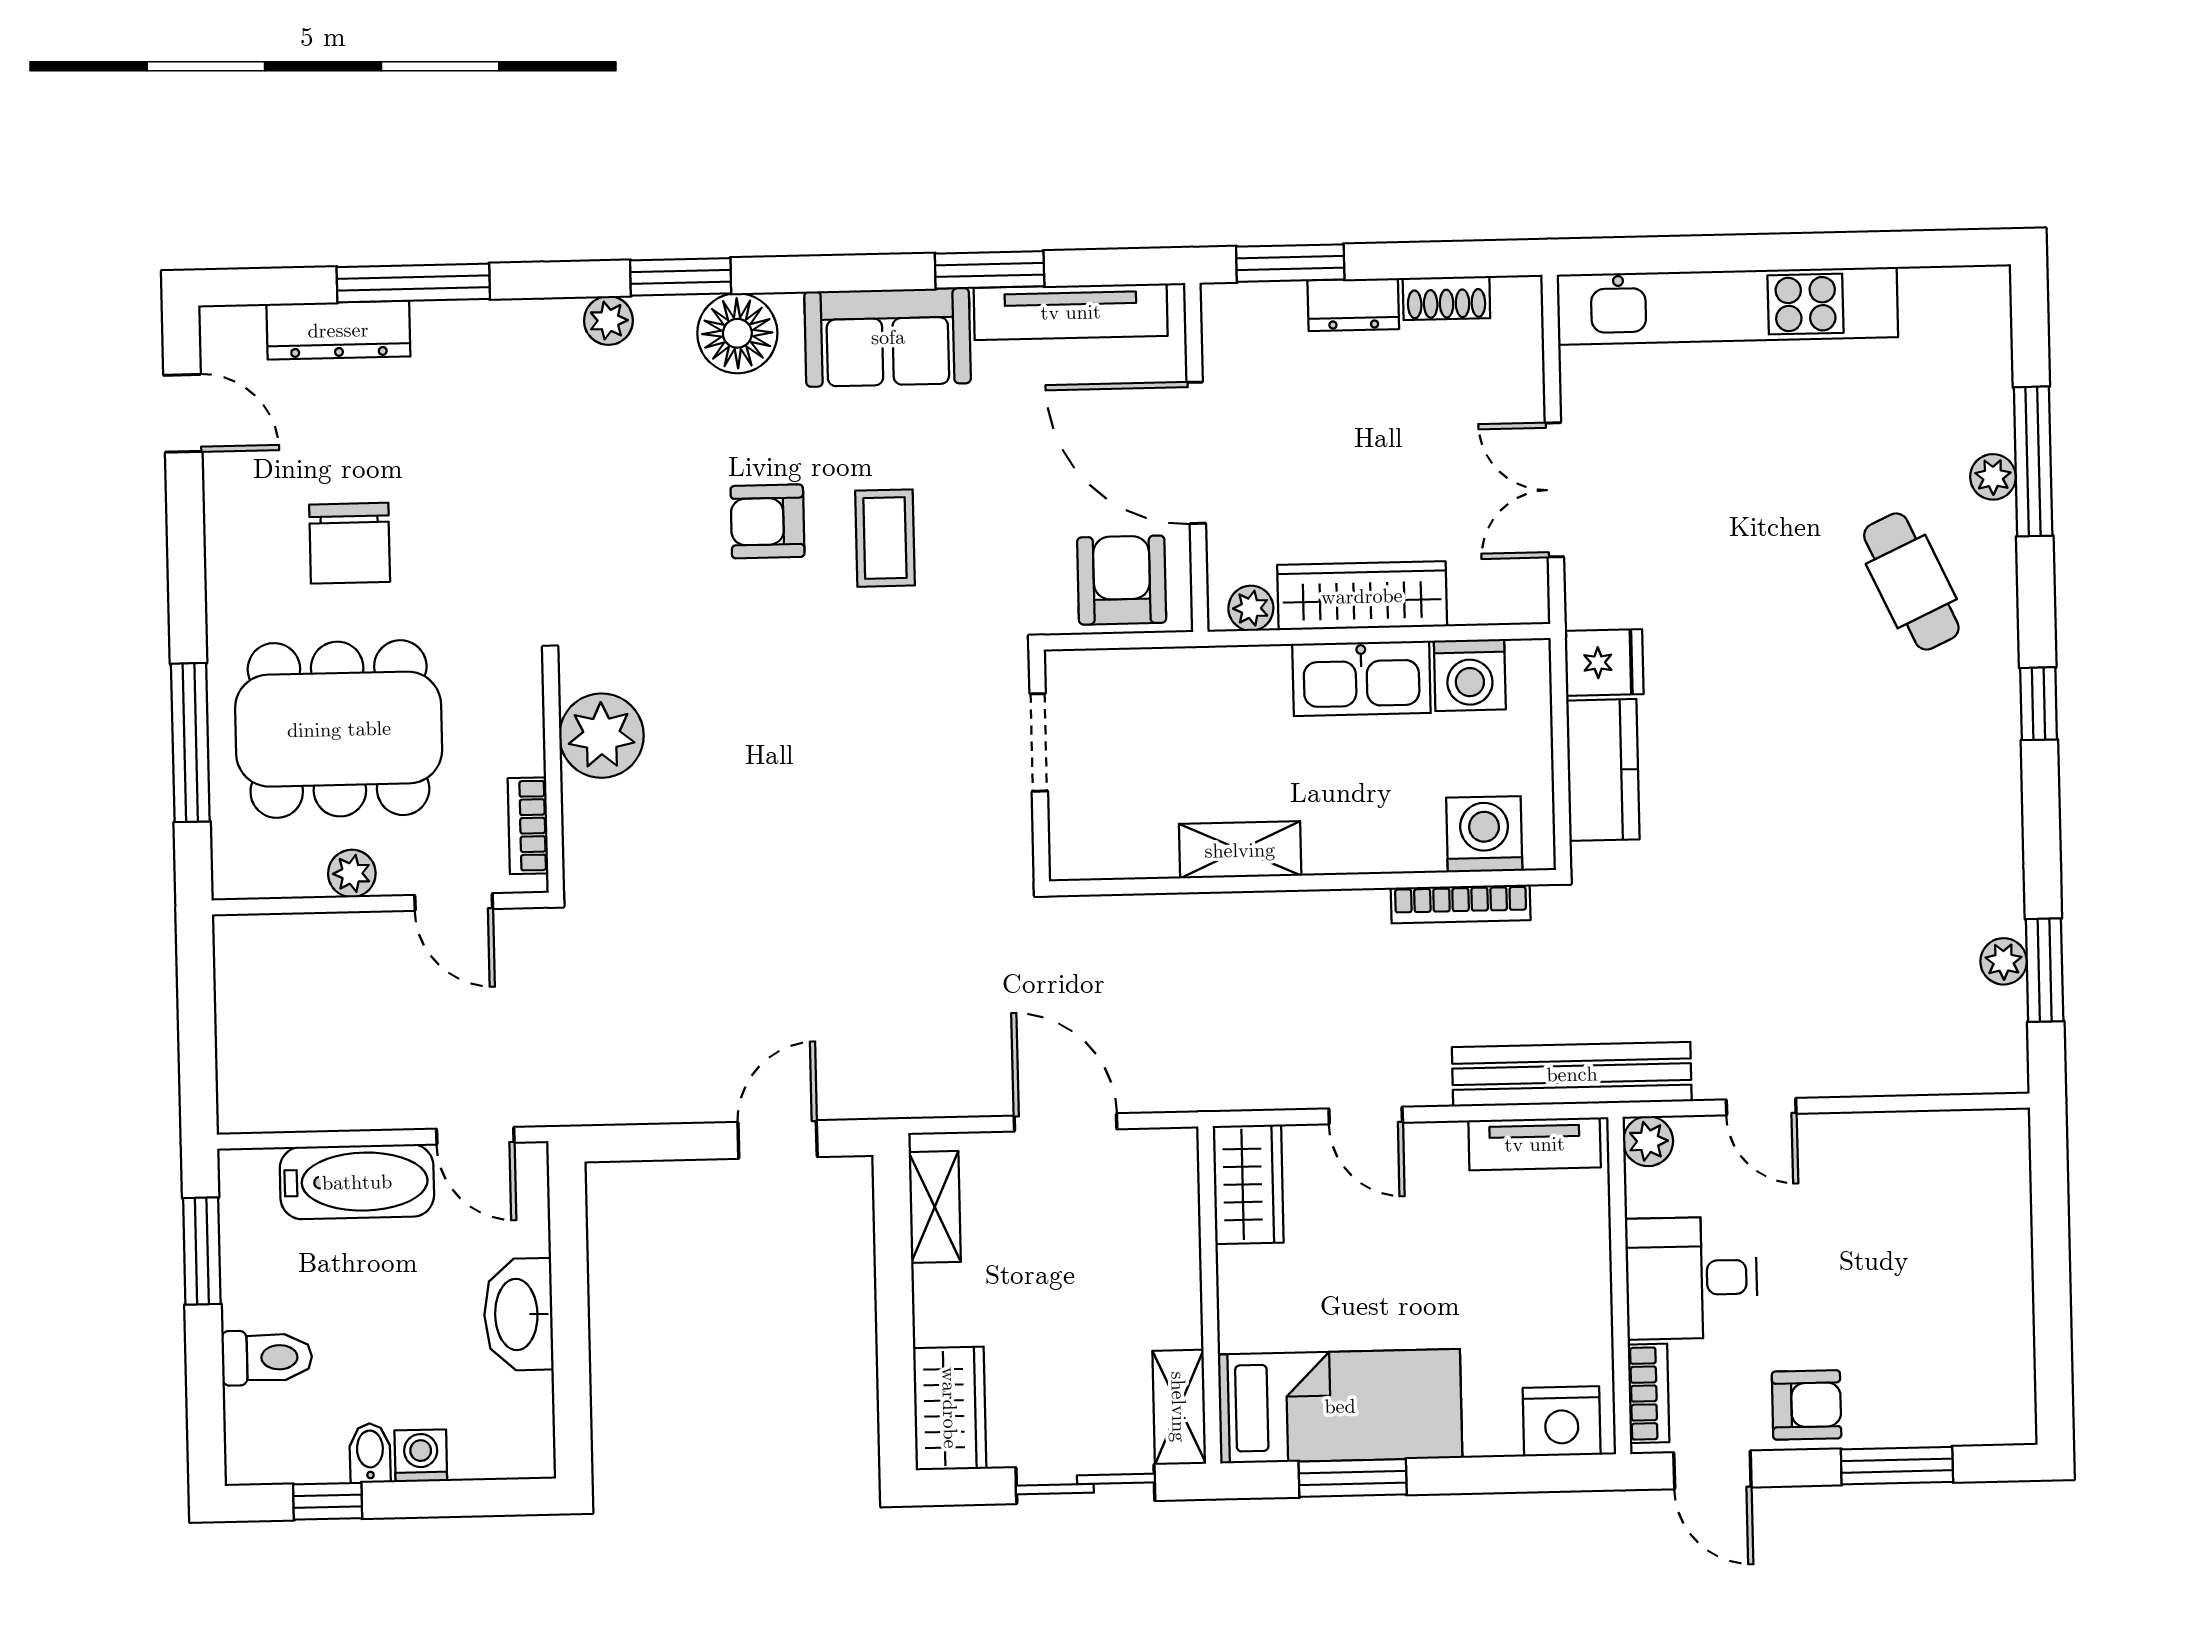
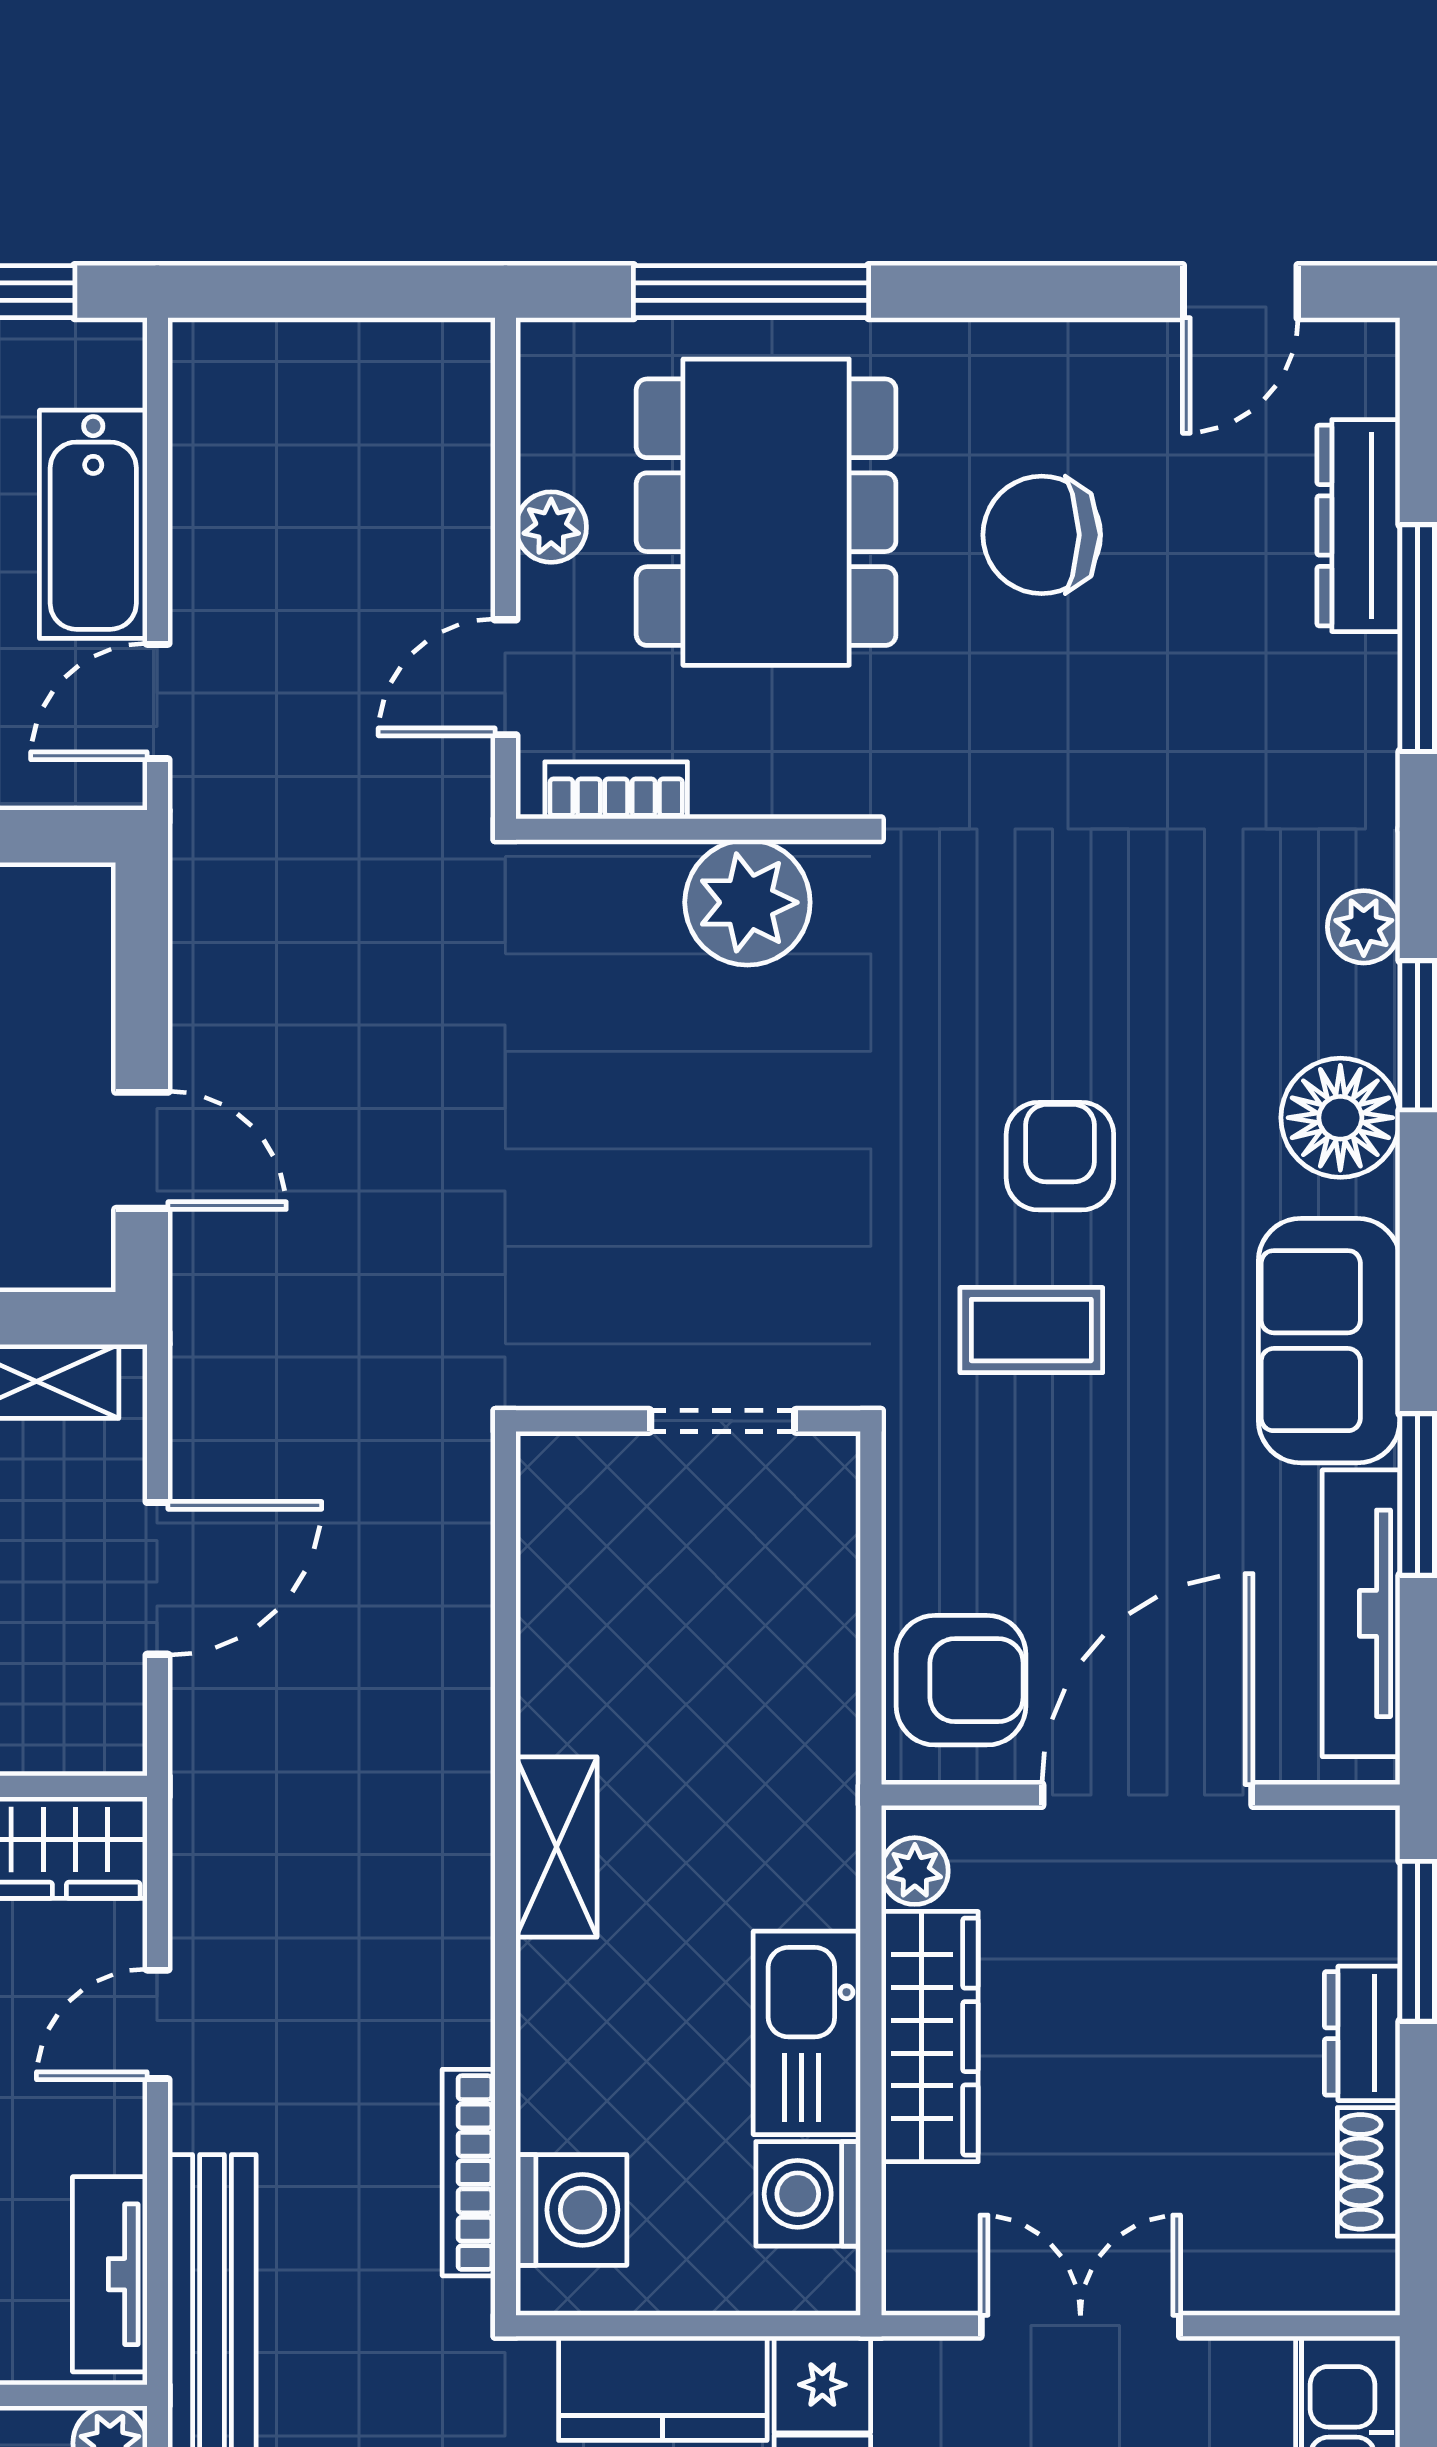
doorway: (1039, 742) -> (723, 1421), moved
wall: (1039, 766) -> (688, 1421), moved

